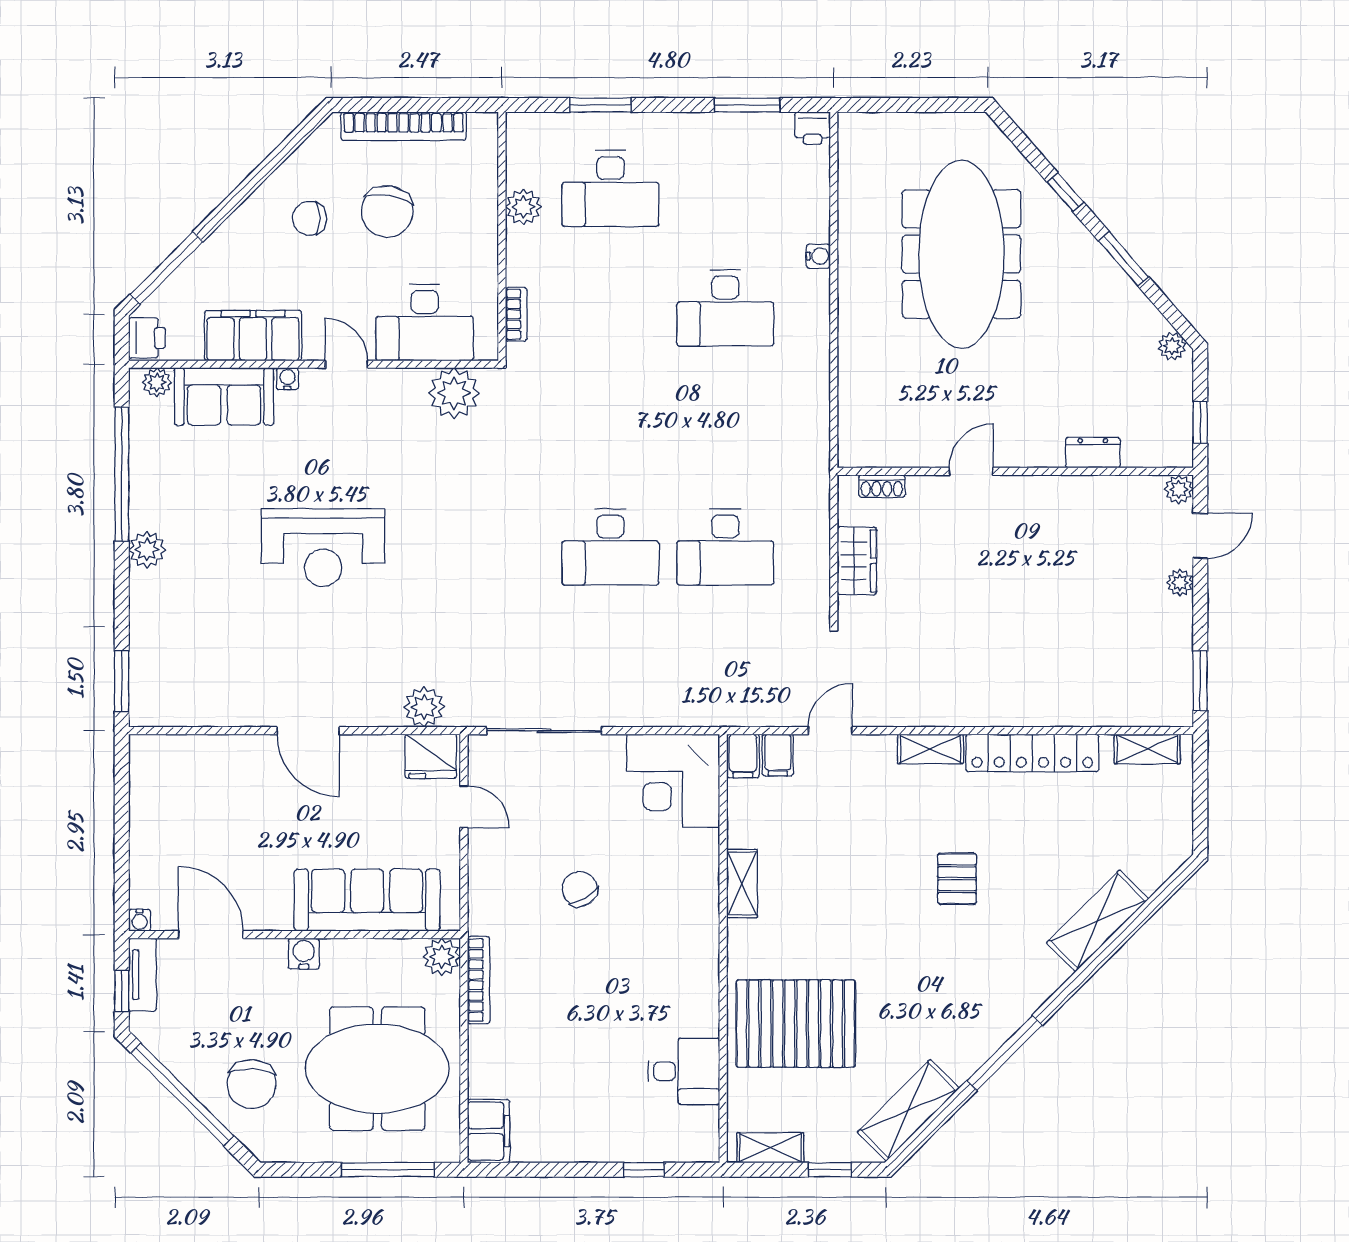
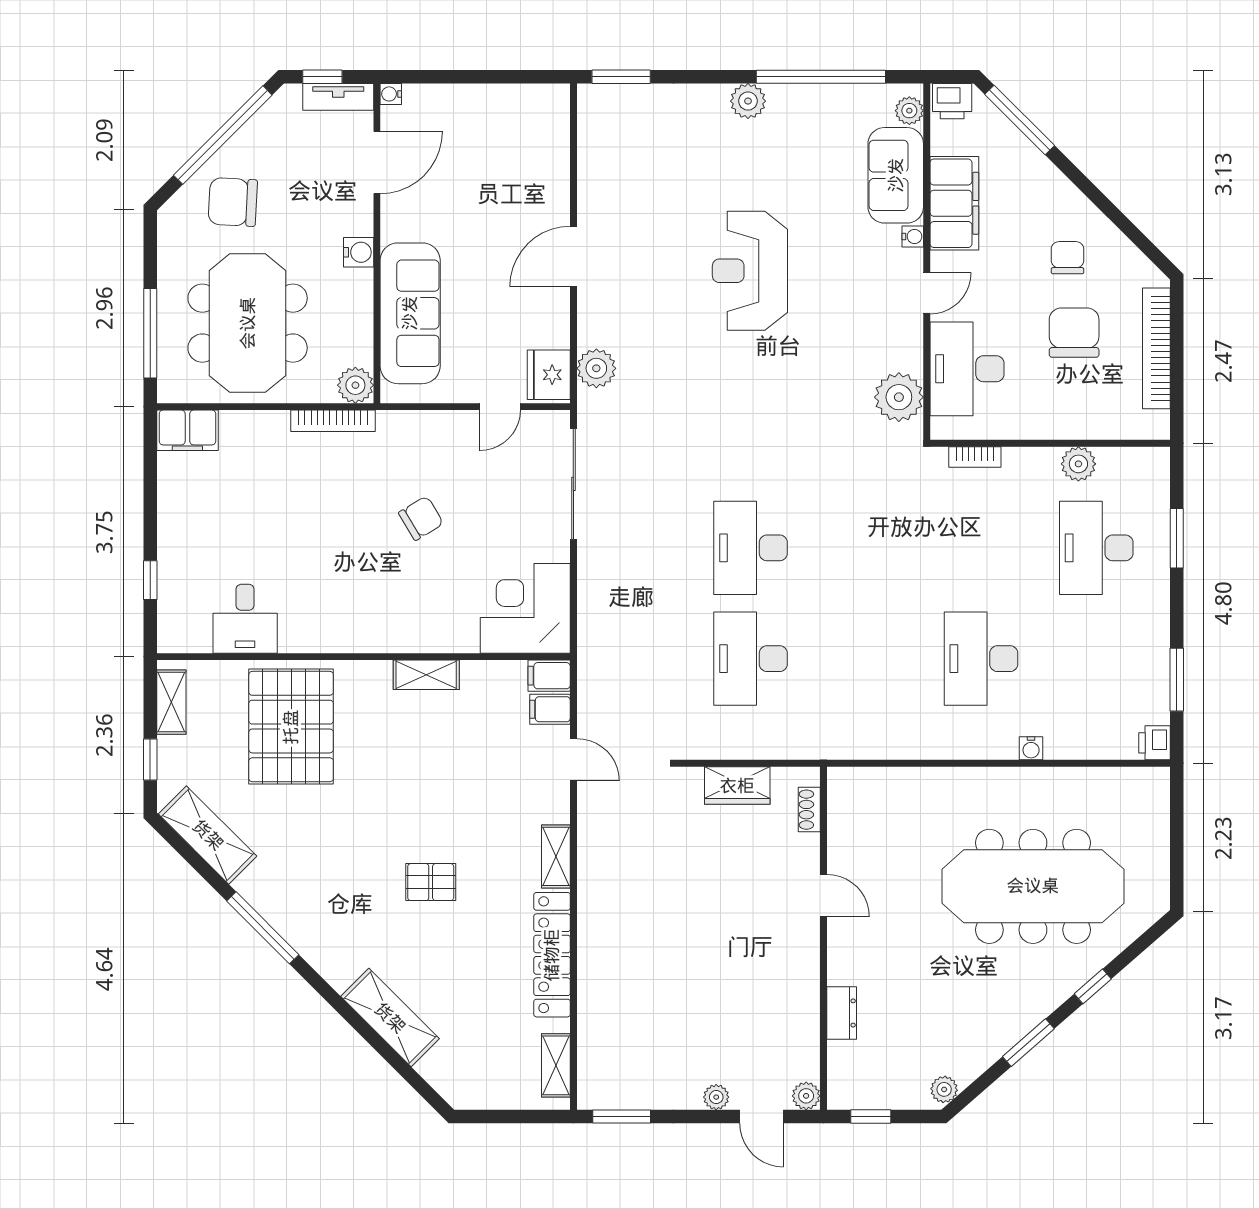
chair: (387, 211) -> (1074, 333), turned 80

